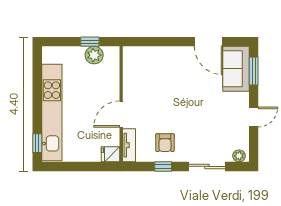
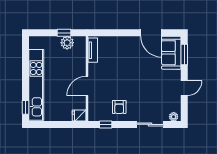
tv unit: (129, 145) -> (93, 50), moved
window: (163, 166) -> (106, 124), moved

